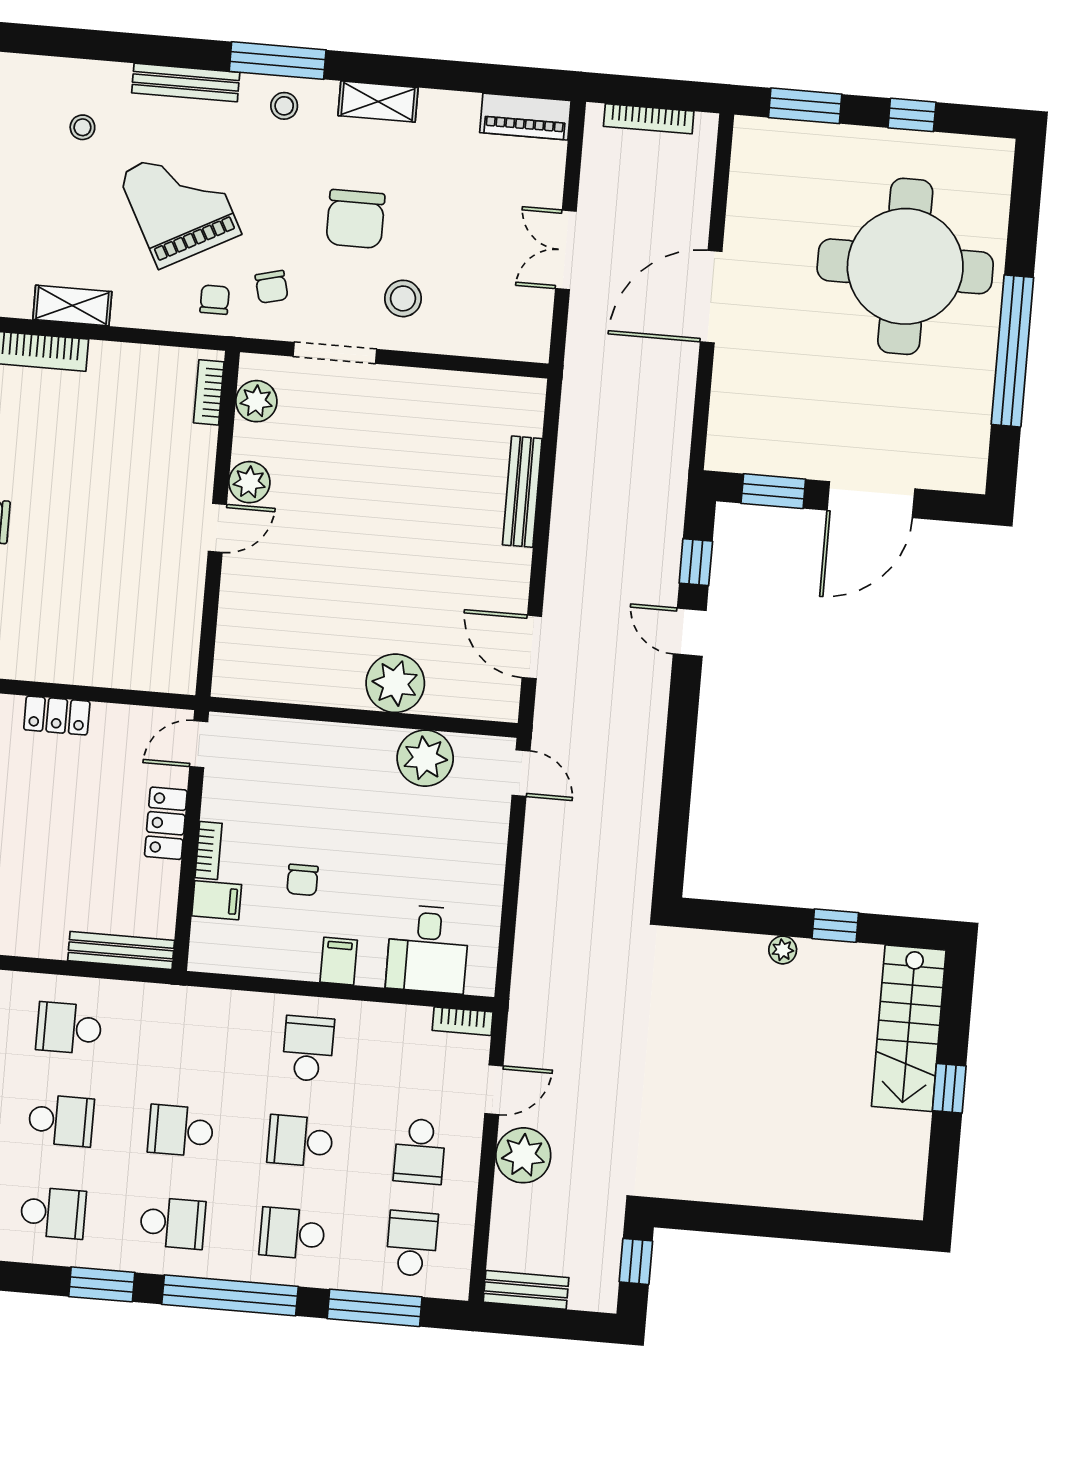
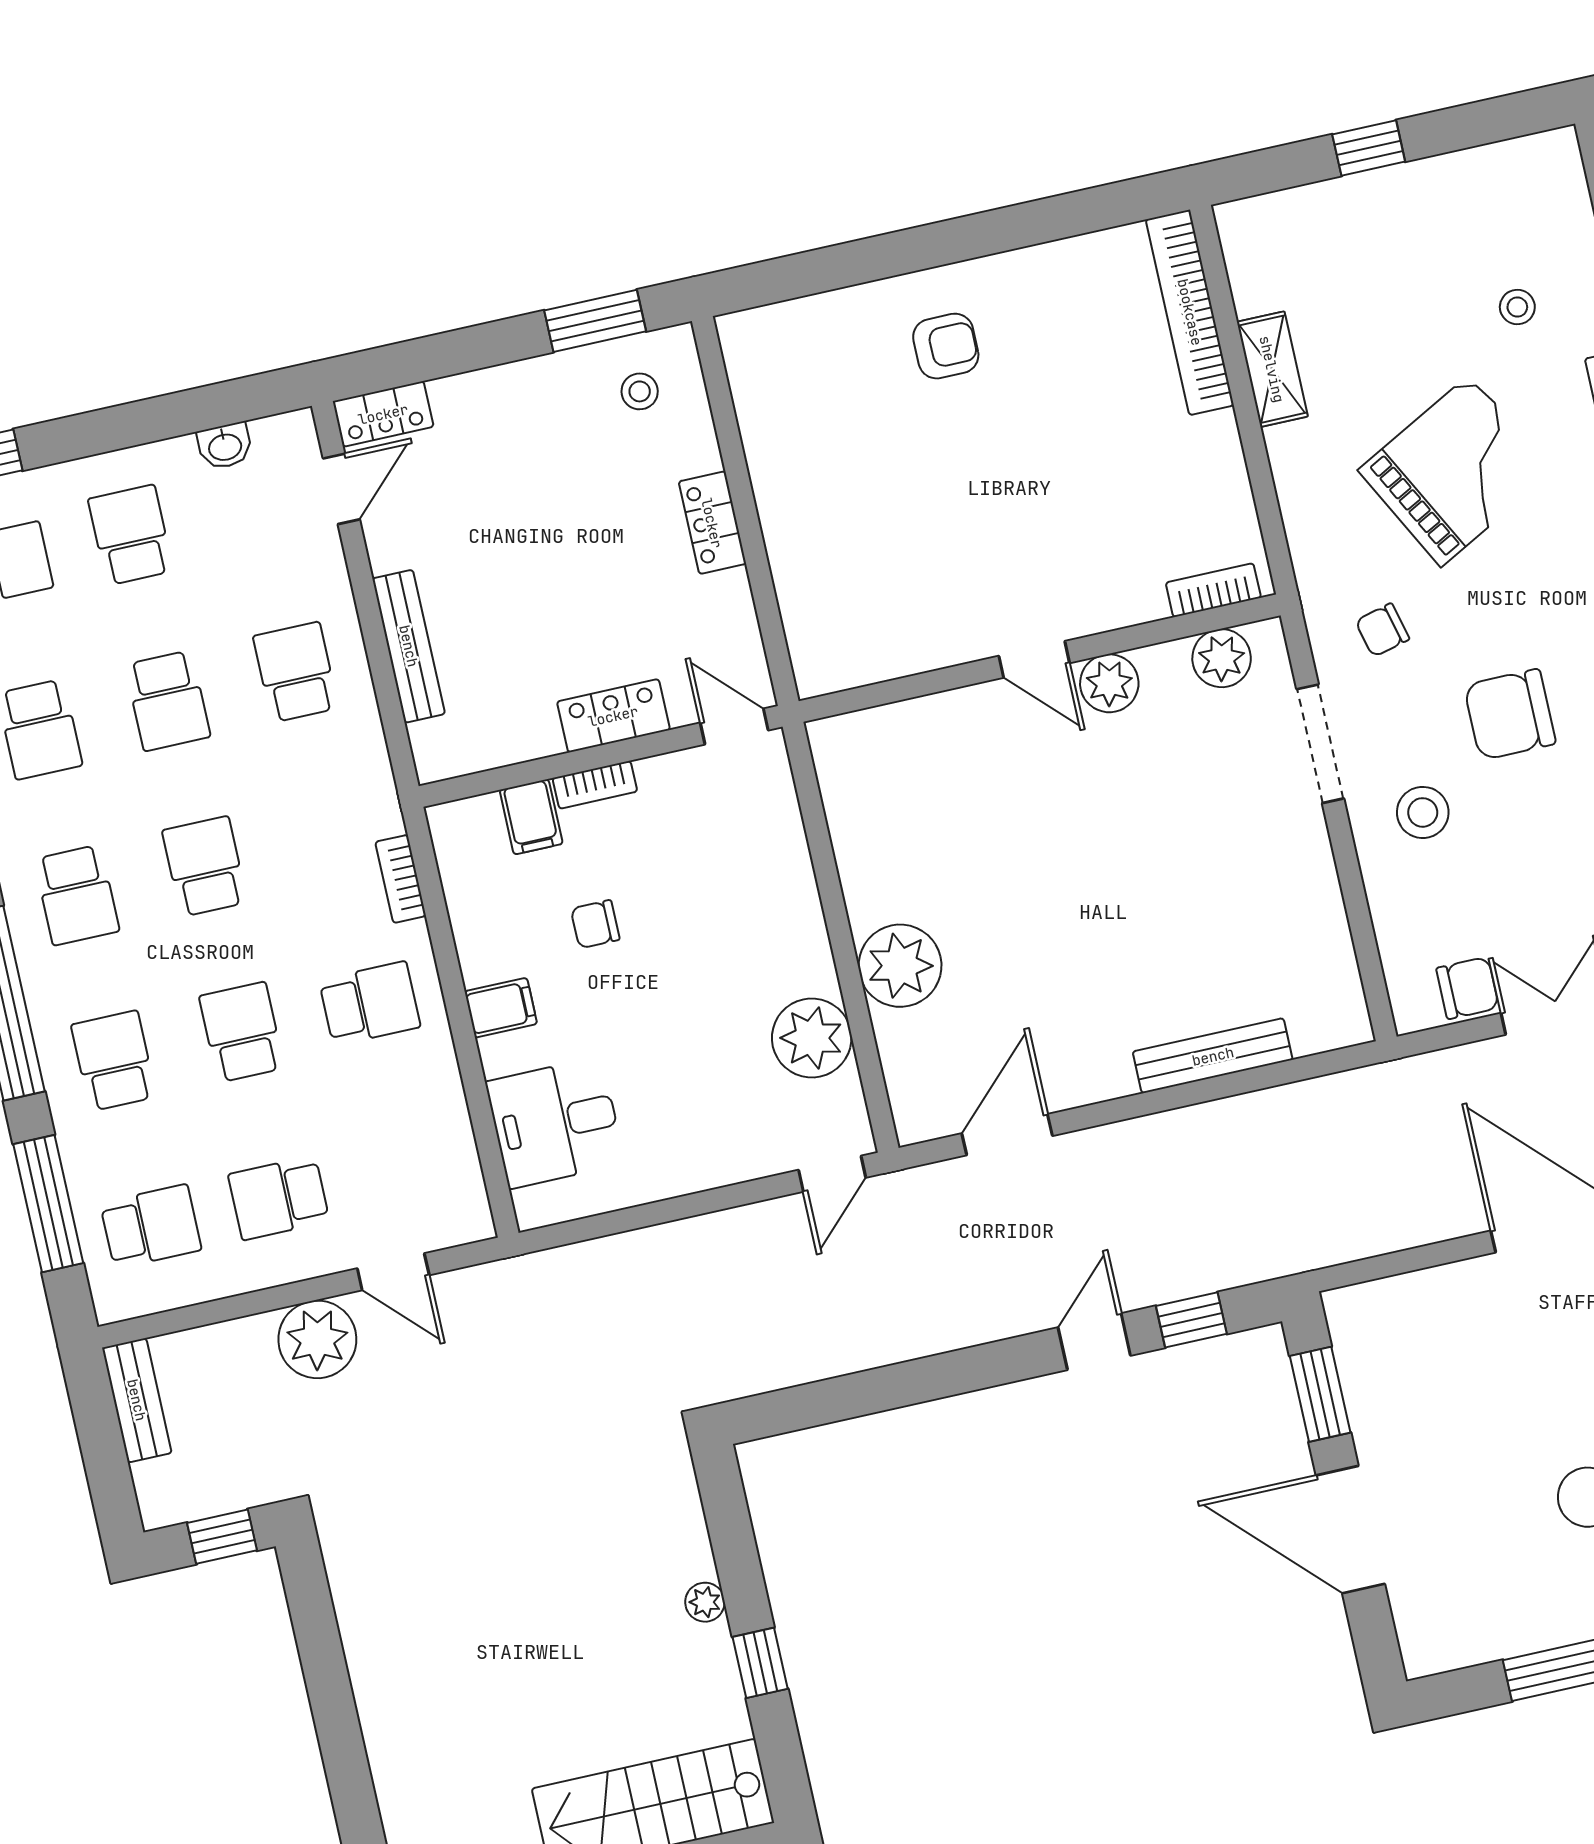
chair: (215, 300) -> (1468, 988), moved, width x1.37, depth x1.37
bench: (121, 950) -> (409, 646), moved
bookcase: (463, 1021) -> (401, 879), moved

